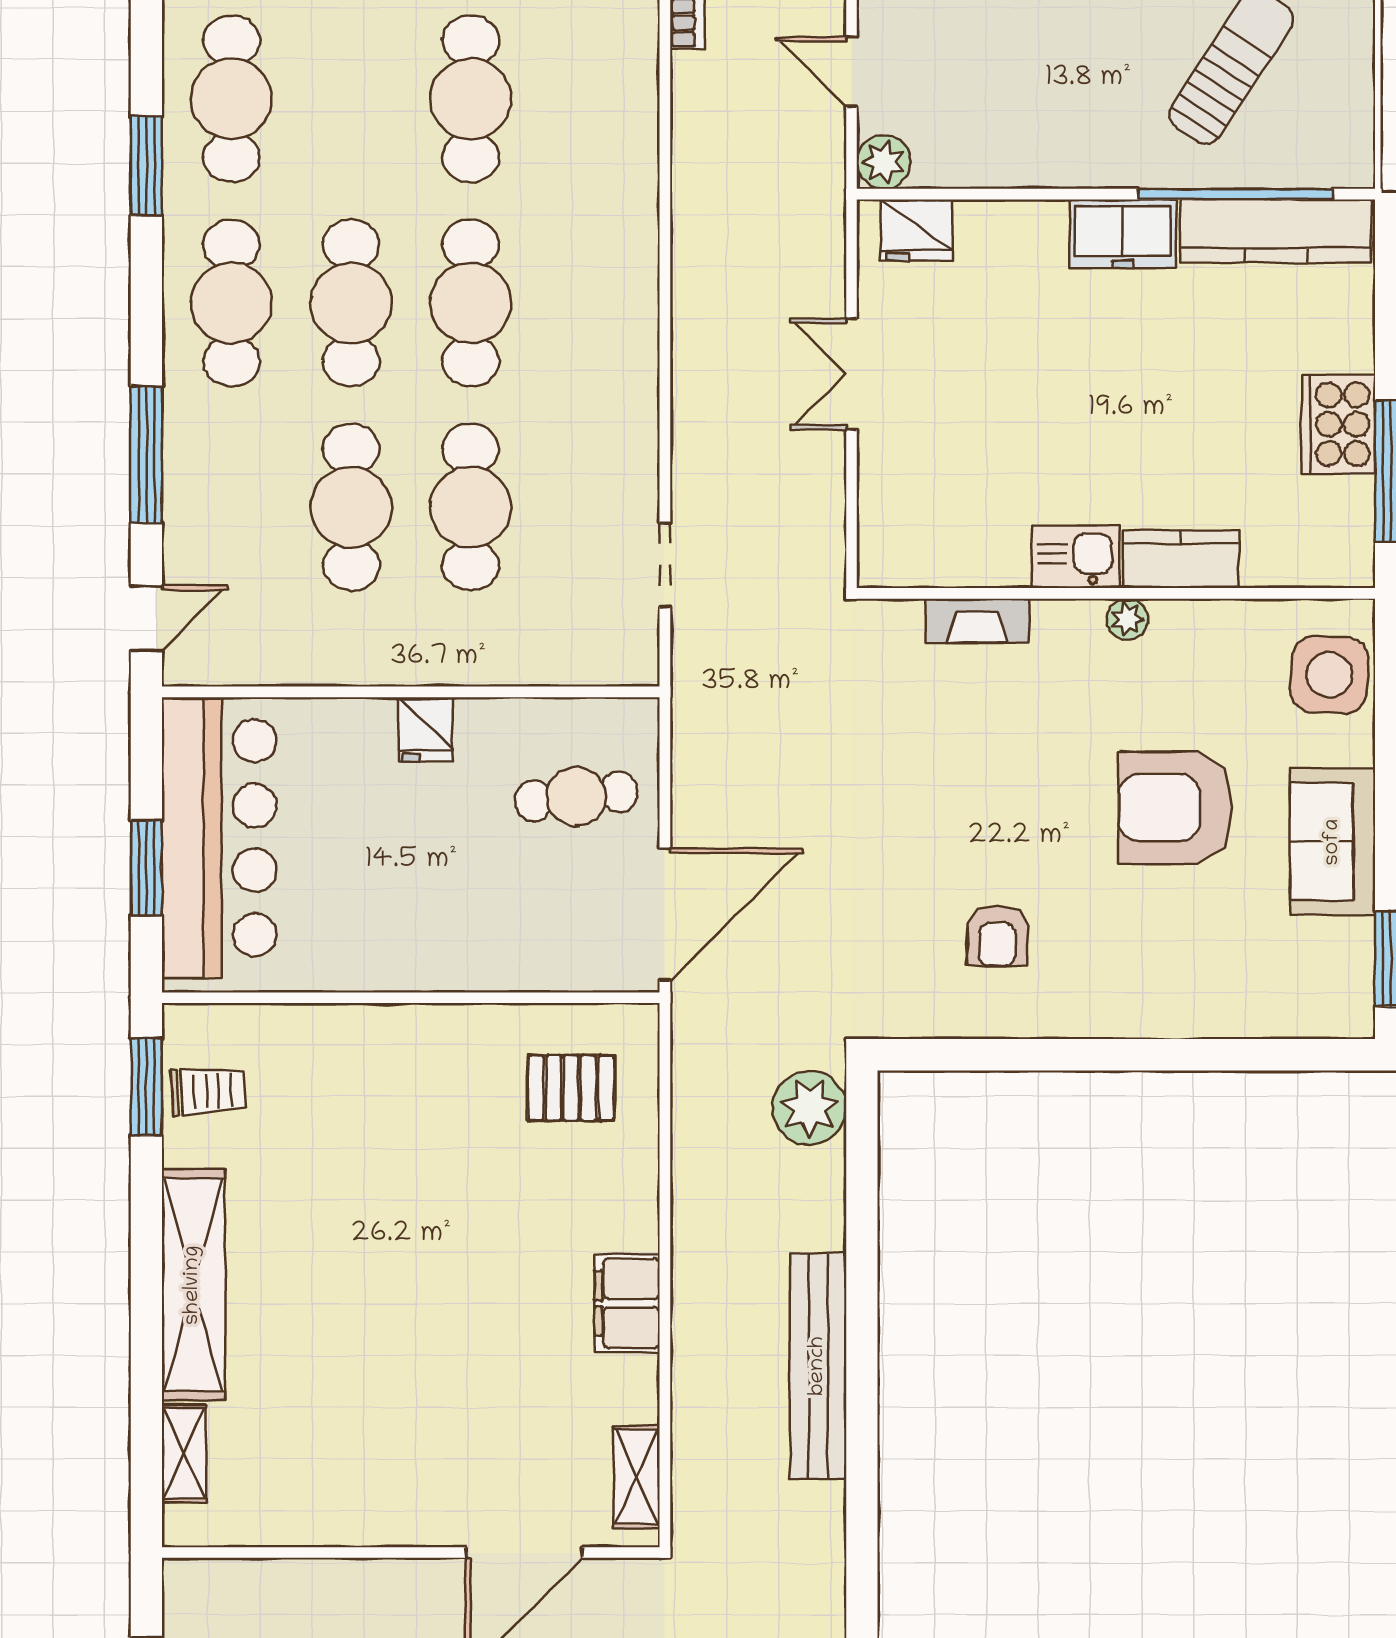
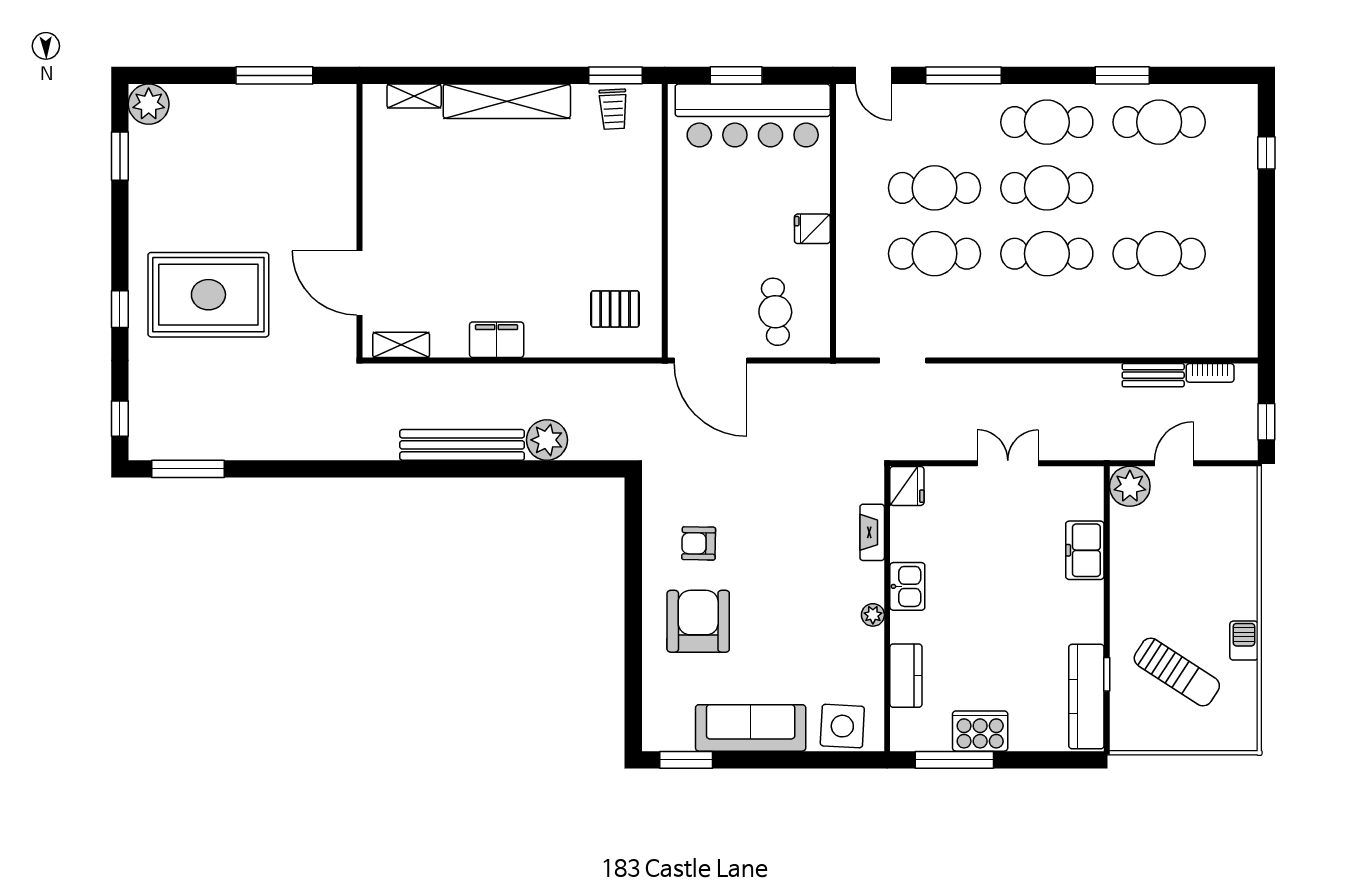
bench: (691, 110) -> (1153, 375), added
plant: (884, 162) -> (1130, 486), width x1.36, depth x1.36
window: (1235, 194) -> (1107, 674), width x0.32
fridge: (917, 230) -> (907, 486), moved, turned 180
freezer: (1123, 234) -> (1085, 550), moved
kitchen counter: (1181, 559) -> (906, 676), moved
armchair: (1175, 808) -> (698, 621), moved
sofa: (1333, 842) -> (751, 728), width x1.36
pallet: (571, 1088) -> (615, 309), turned 90
plant: (809, 1108) -> (547, 440), moved

